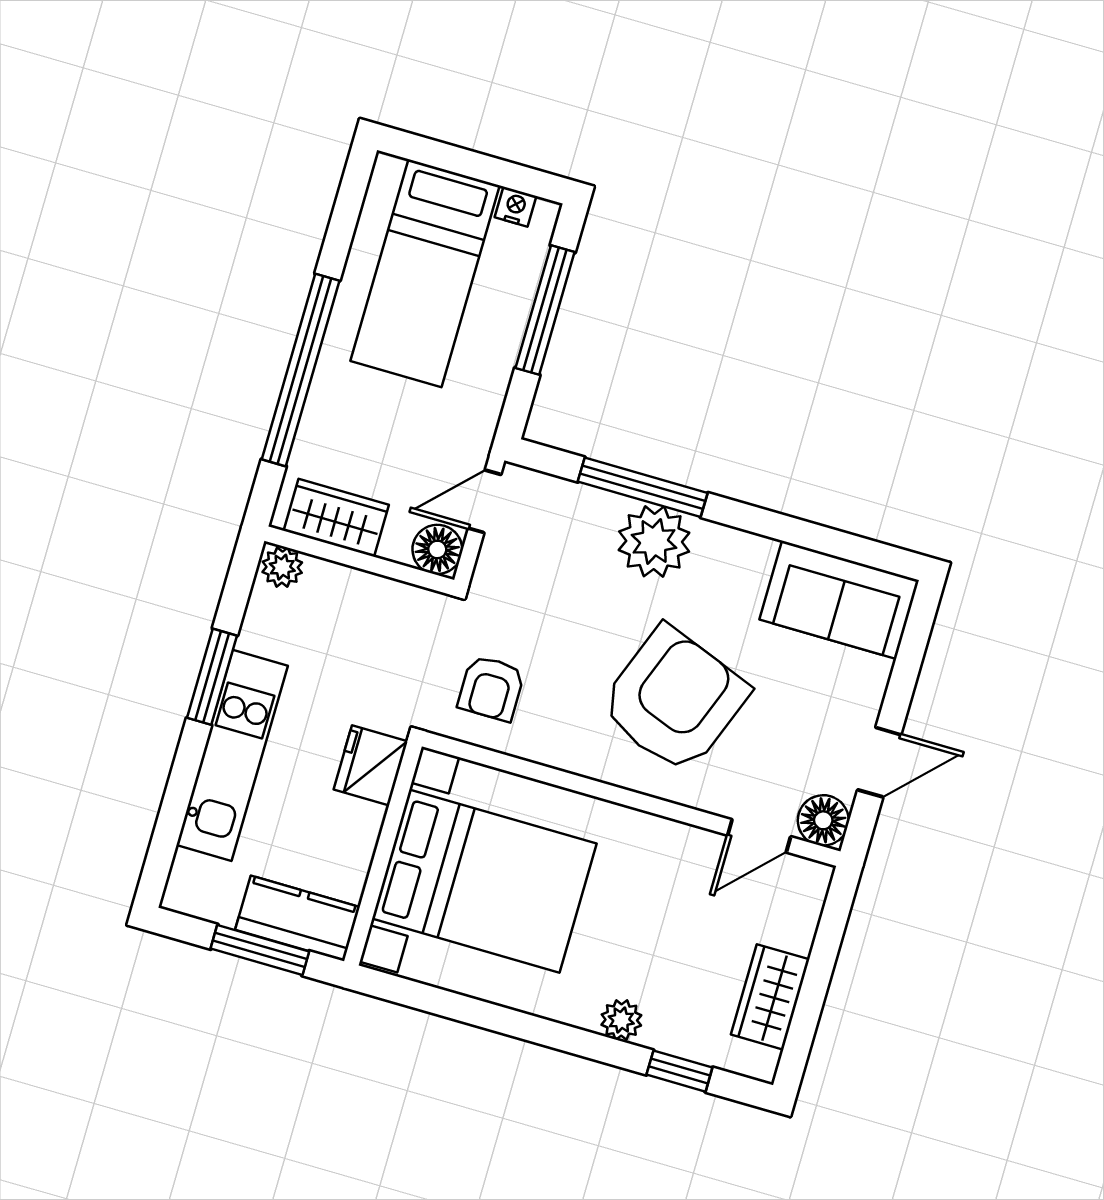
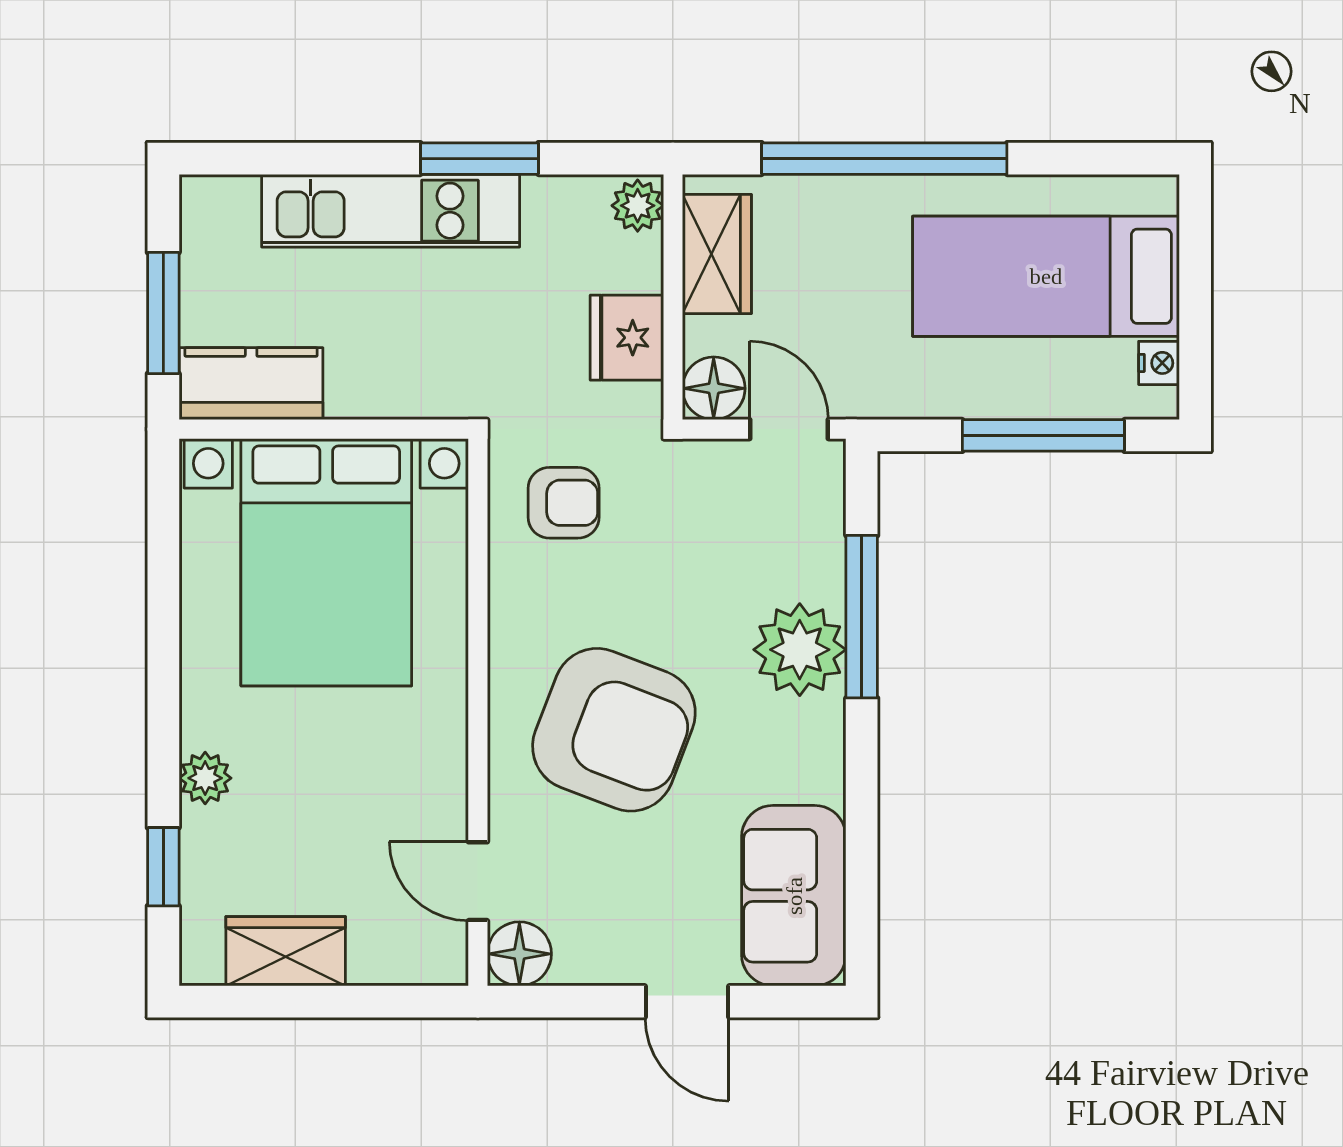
armchair: (491, 688) -> (564, 503), turned 180
door: (879, 762) -> (687, 1002), moved
fridge: (371, 765) -> (627, 338), moved, turned -90
kitchen counter: (297, 918) -> (251, 384), moved, turned -90

